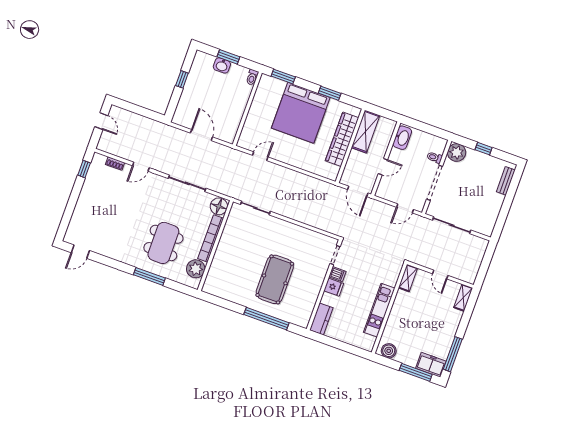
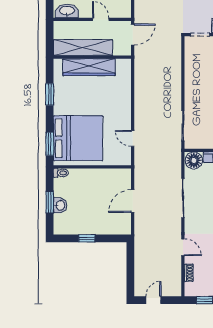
bed: (301, 113) -> (78, 138), moved
shelving: (366, 131) -> (83, 48), width x1.47

